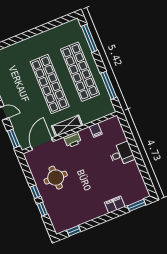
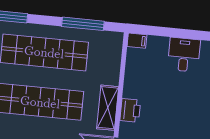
filing cabinet: (96, 130) -> (137, 41), moved

